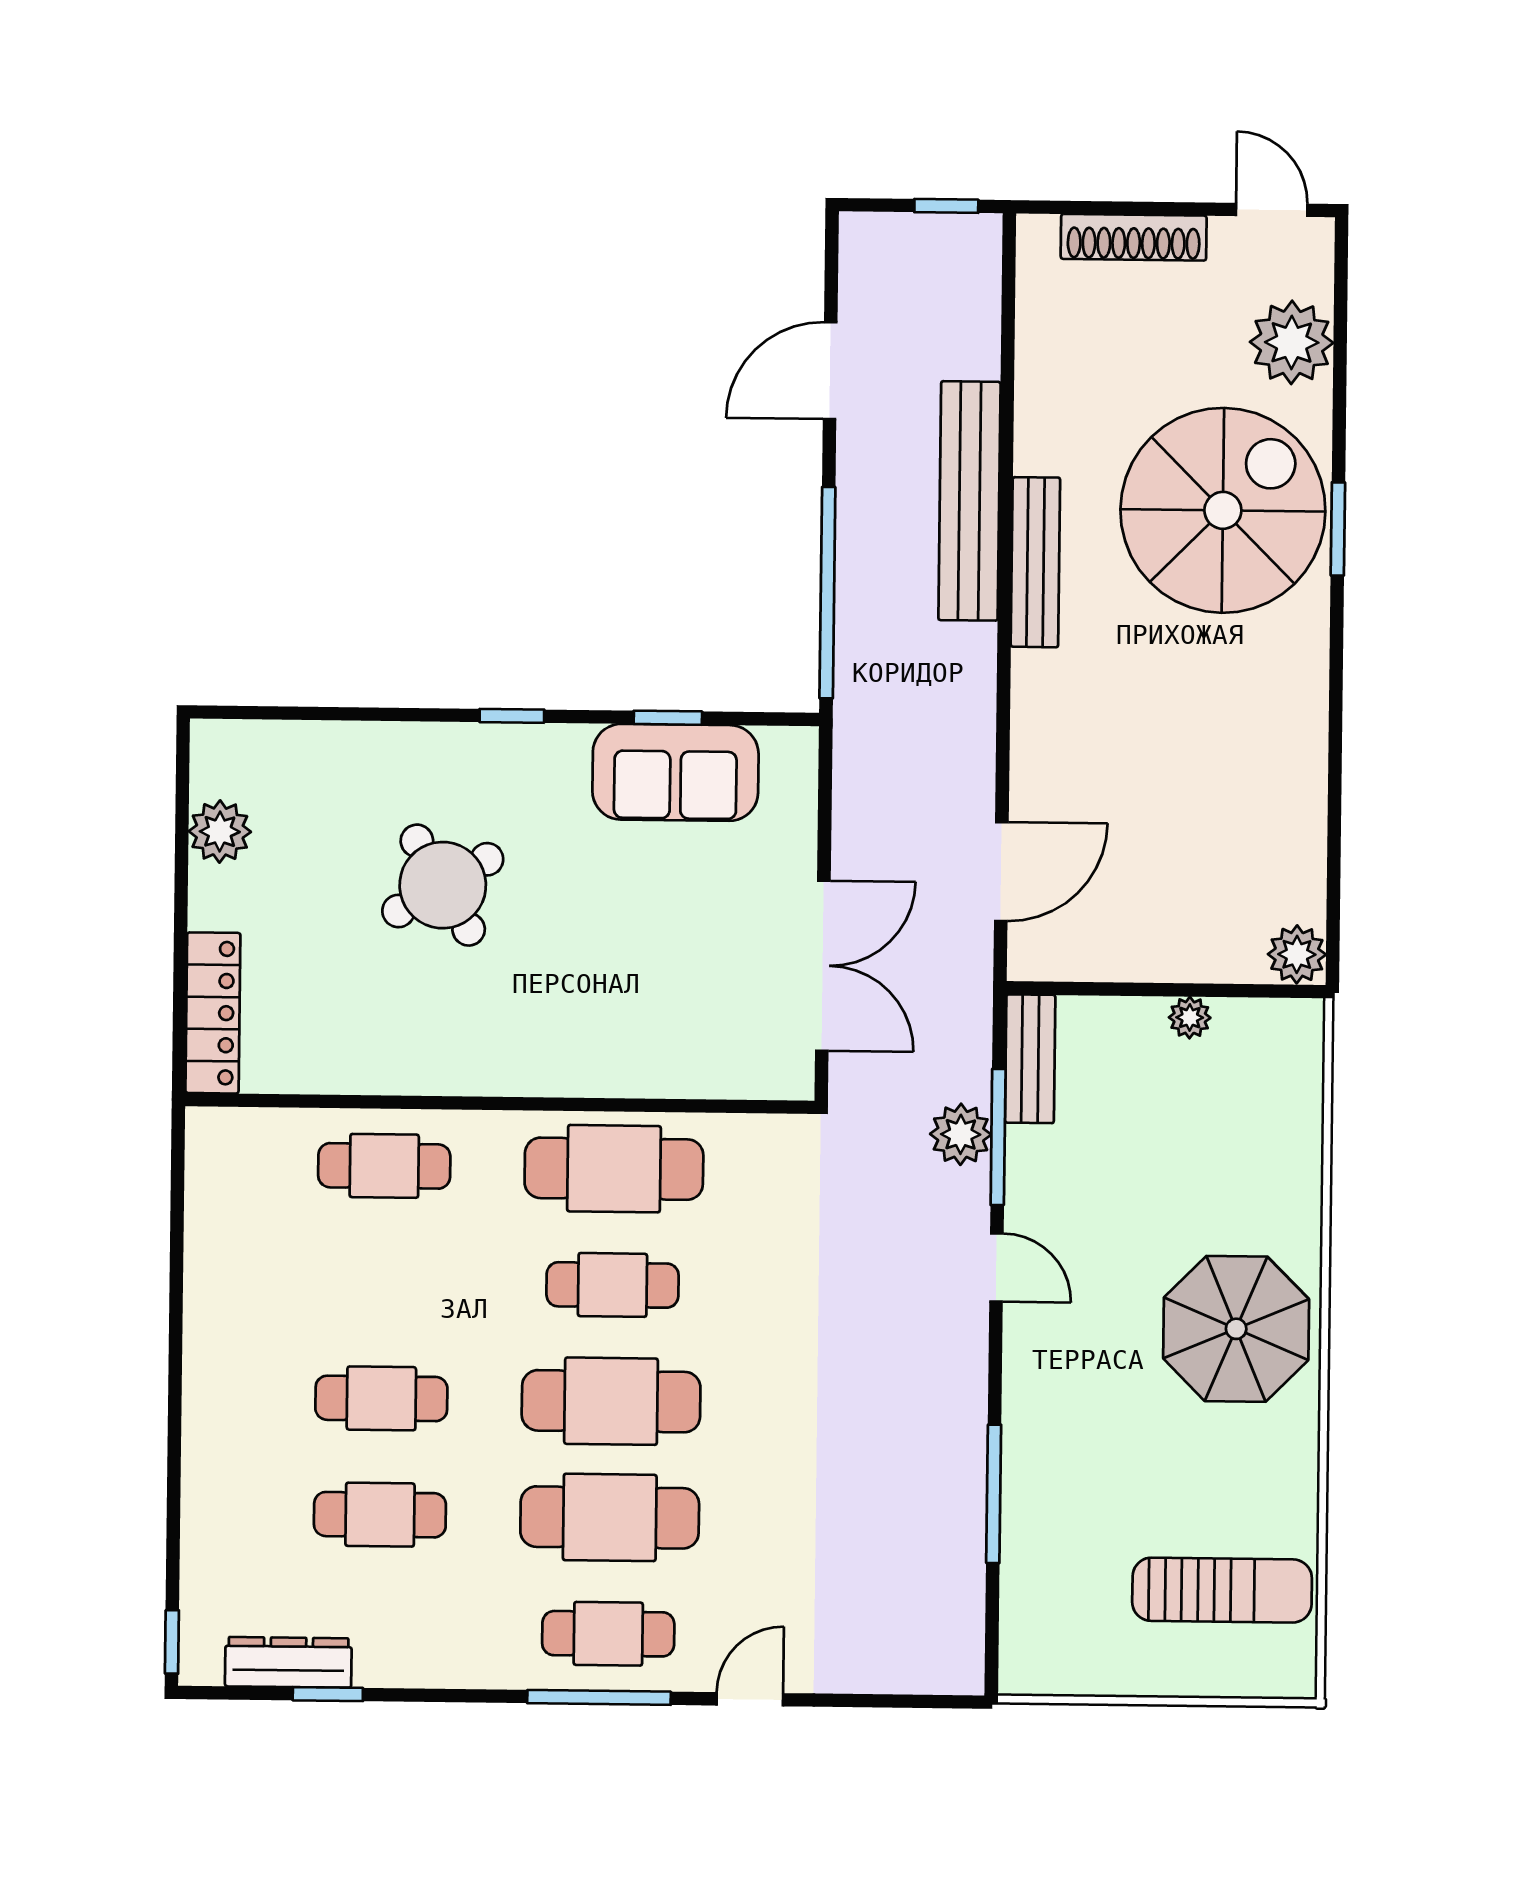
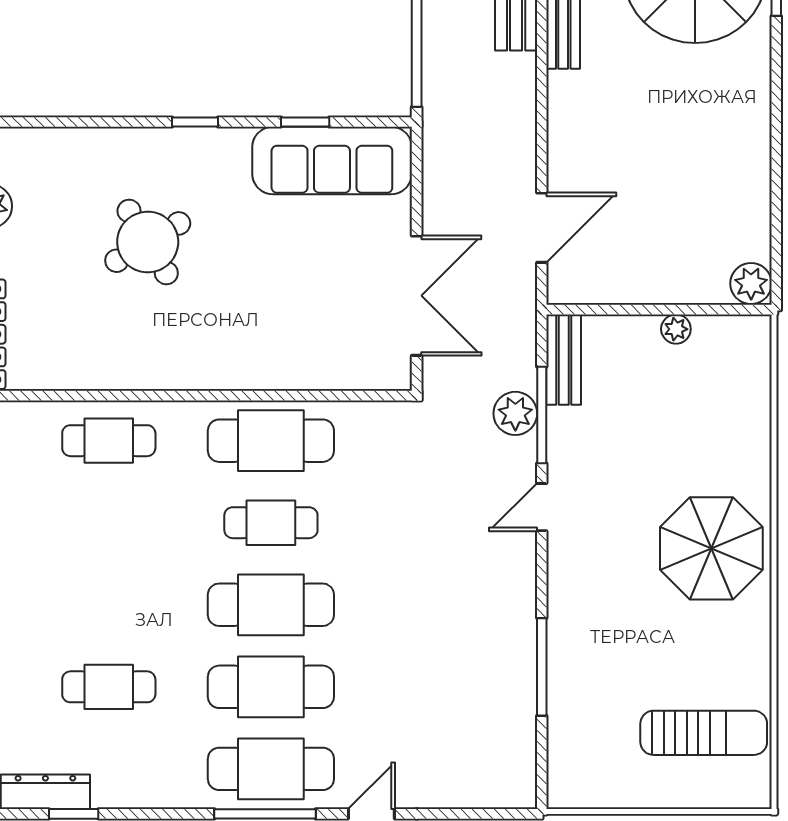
sofa: (675, 772) -> (332, 160), width x1.36
door: (996, 1268) -> (542, 507), swing flipped
cafe table: (381, 1398) -> (109, 605), removed
cafe table: (608, 1634) -> (271, 769), width x1.37, depth x1.35

